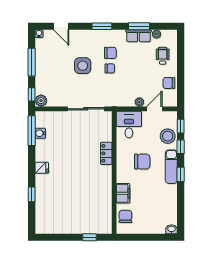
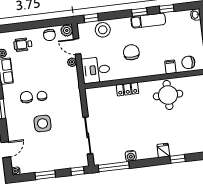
window: (32, 62) -> (45, 175), width x0.69
plant: (41, 101) -> (67, 30), moved
sliding door: (86, 109) -> (88, 135), moved
water cooler: (40, 133) -> (131, 156), moved
window: (181, 147) -> (167, 9), moved
exam couch: (171, 167) -> (148, 21), moved
fridge: (42, 168) -> (163, 150), moved
round table: (96, 193) -> (168, 95), added
filing cabinet: (123, 193) -> (170, 67), width x0.50

